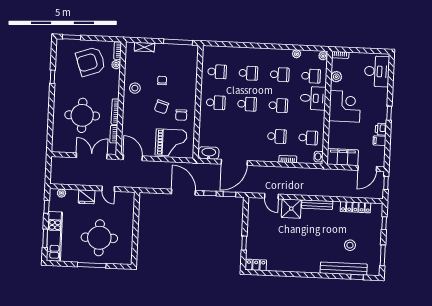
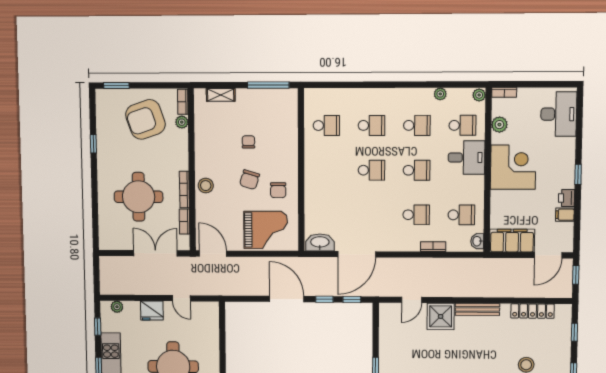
stool: (135, 88) -> (206, 186), moved
school desk: (216, 103) -> (326, 170), removed
door: (271, 196) -> (412, 300), hinge flipped

